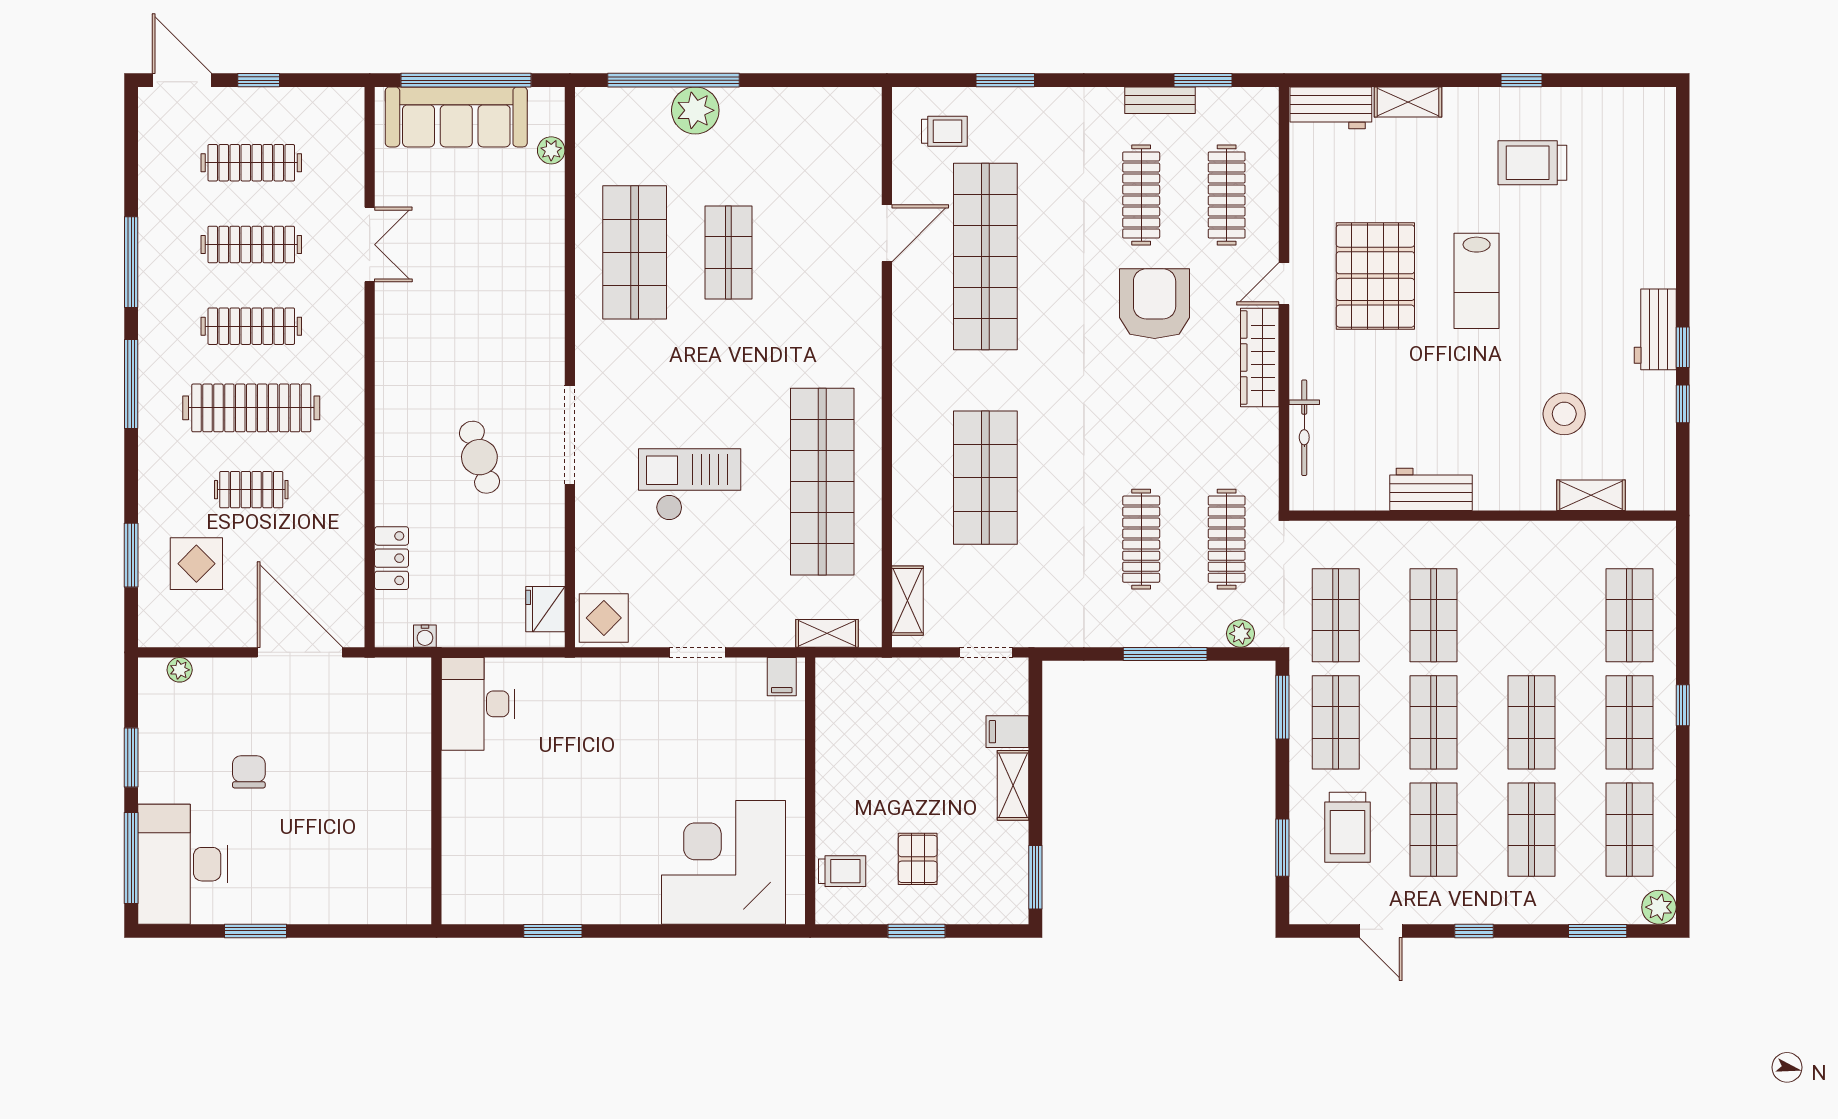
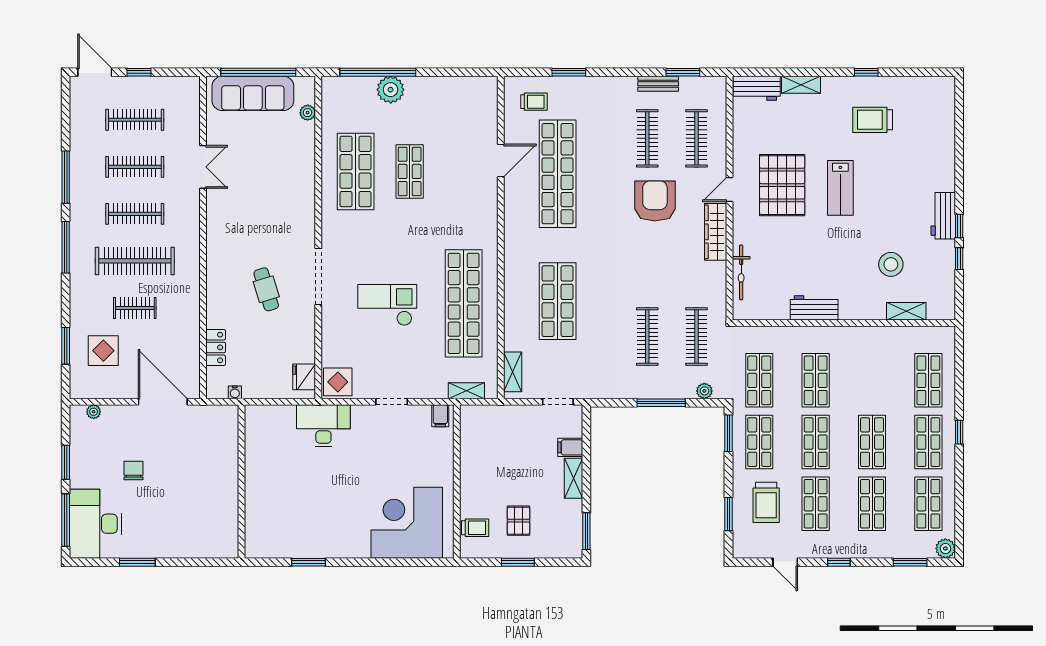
desk: (478, 704) -> (323, 426), moved, turned 90

